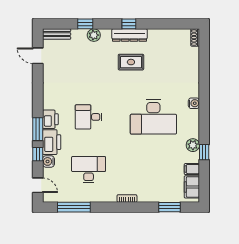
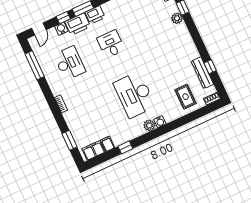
window: (129, 24) -> (210, 67), moved
dresser: (129, 35) -> (202, 73), moved
rug: (131, 62) -> (186, 97), moved
plant: (193, 145) -> (149, 125), moved

